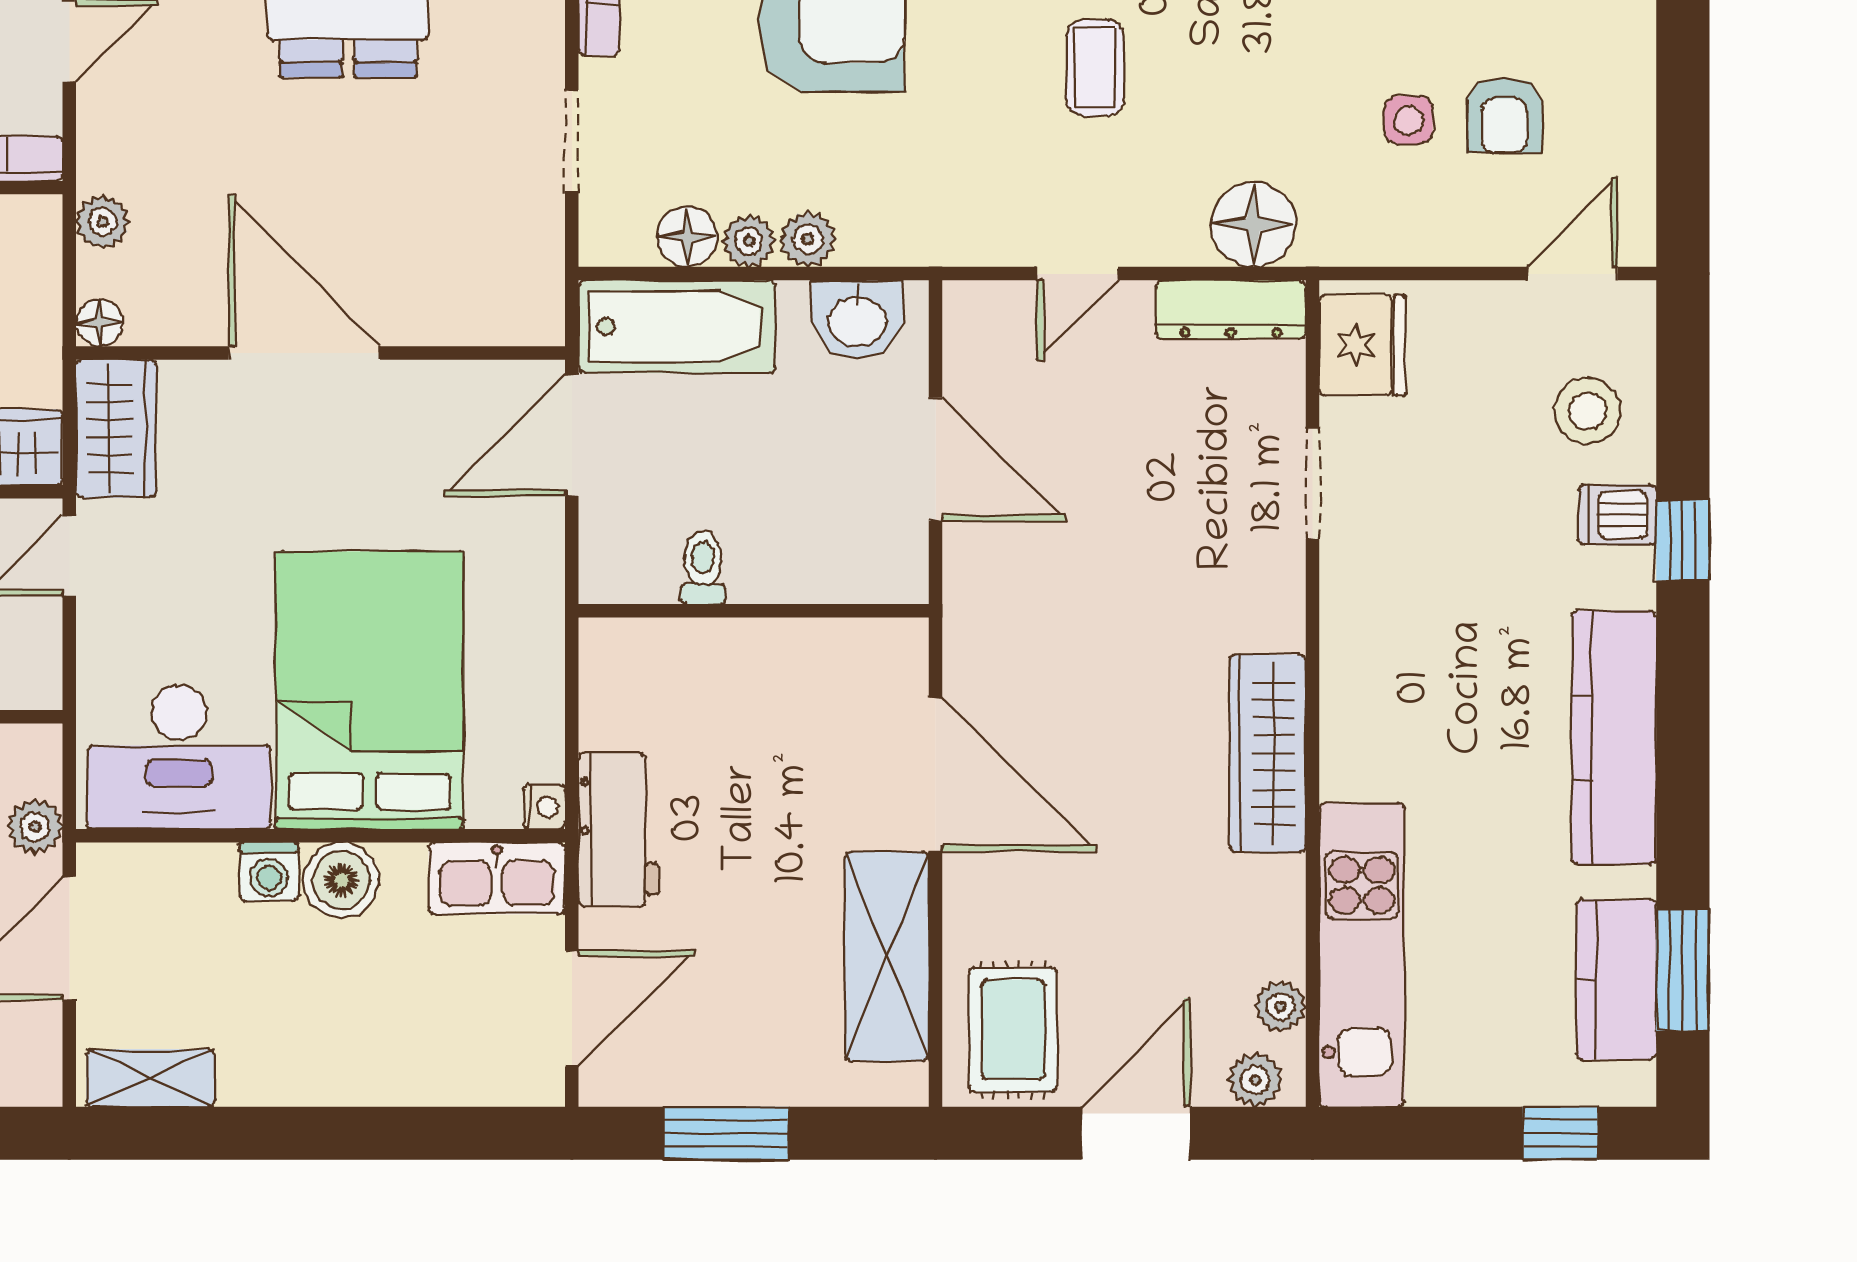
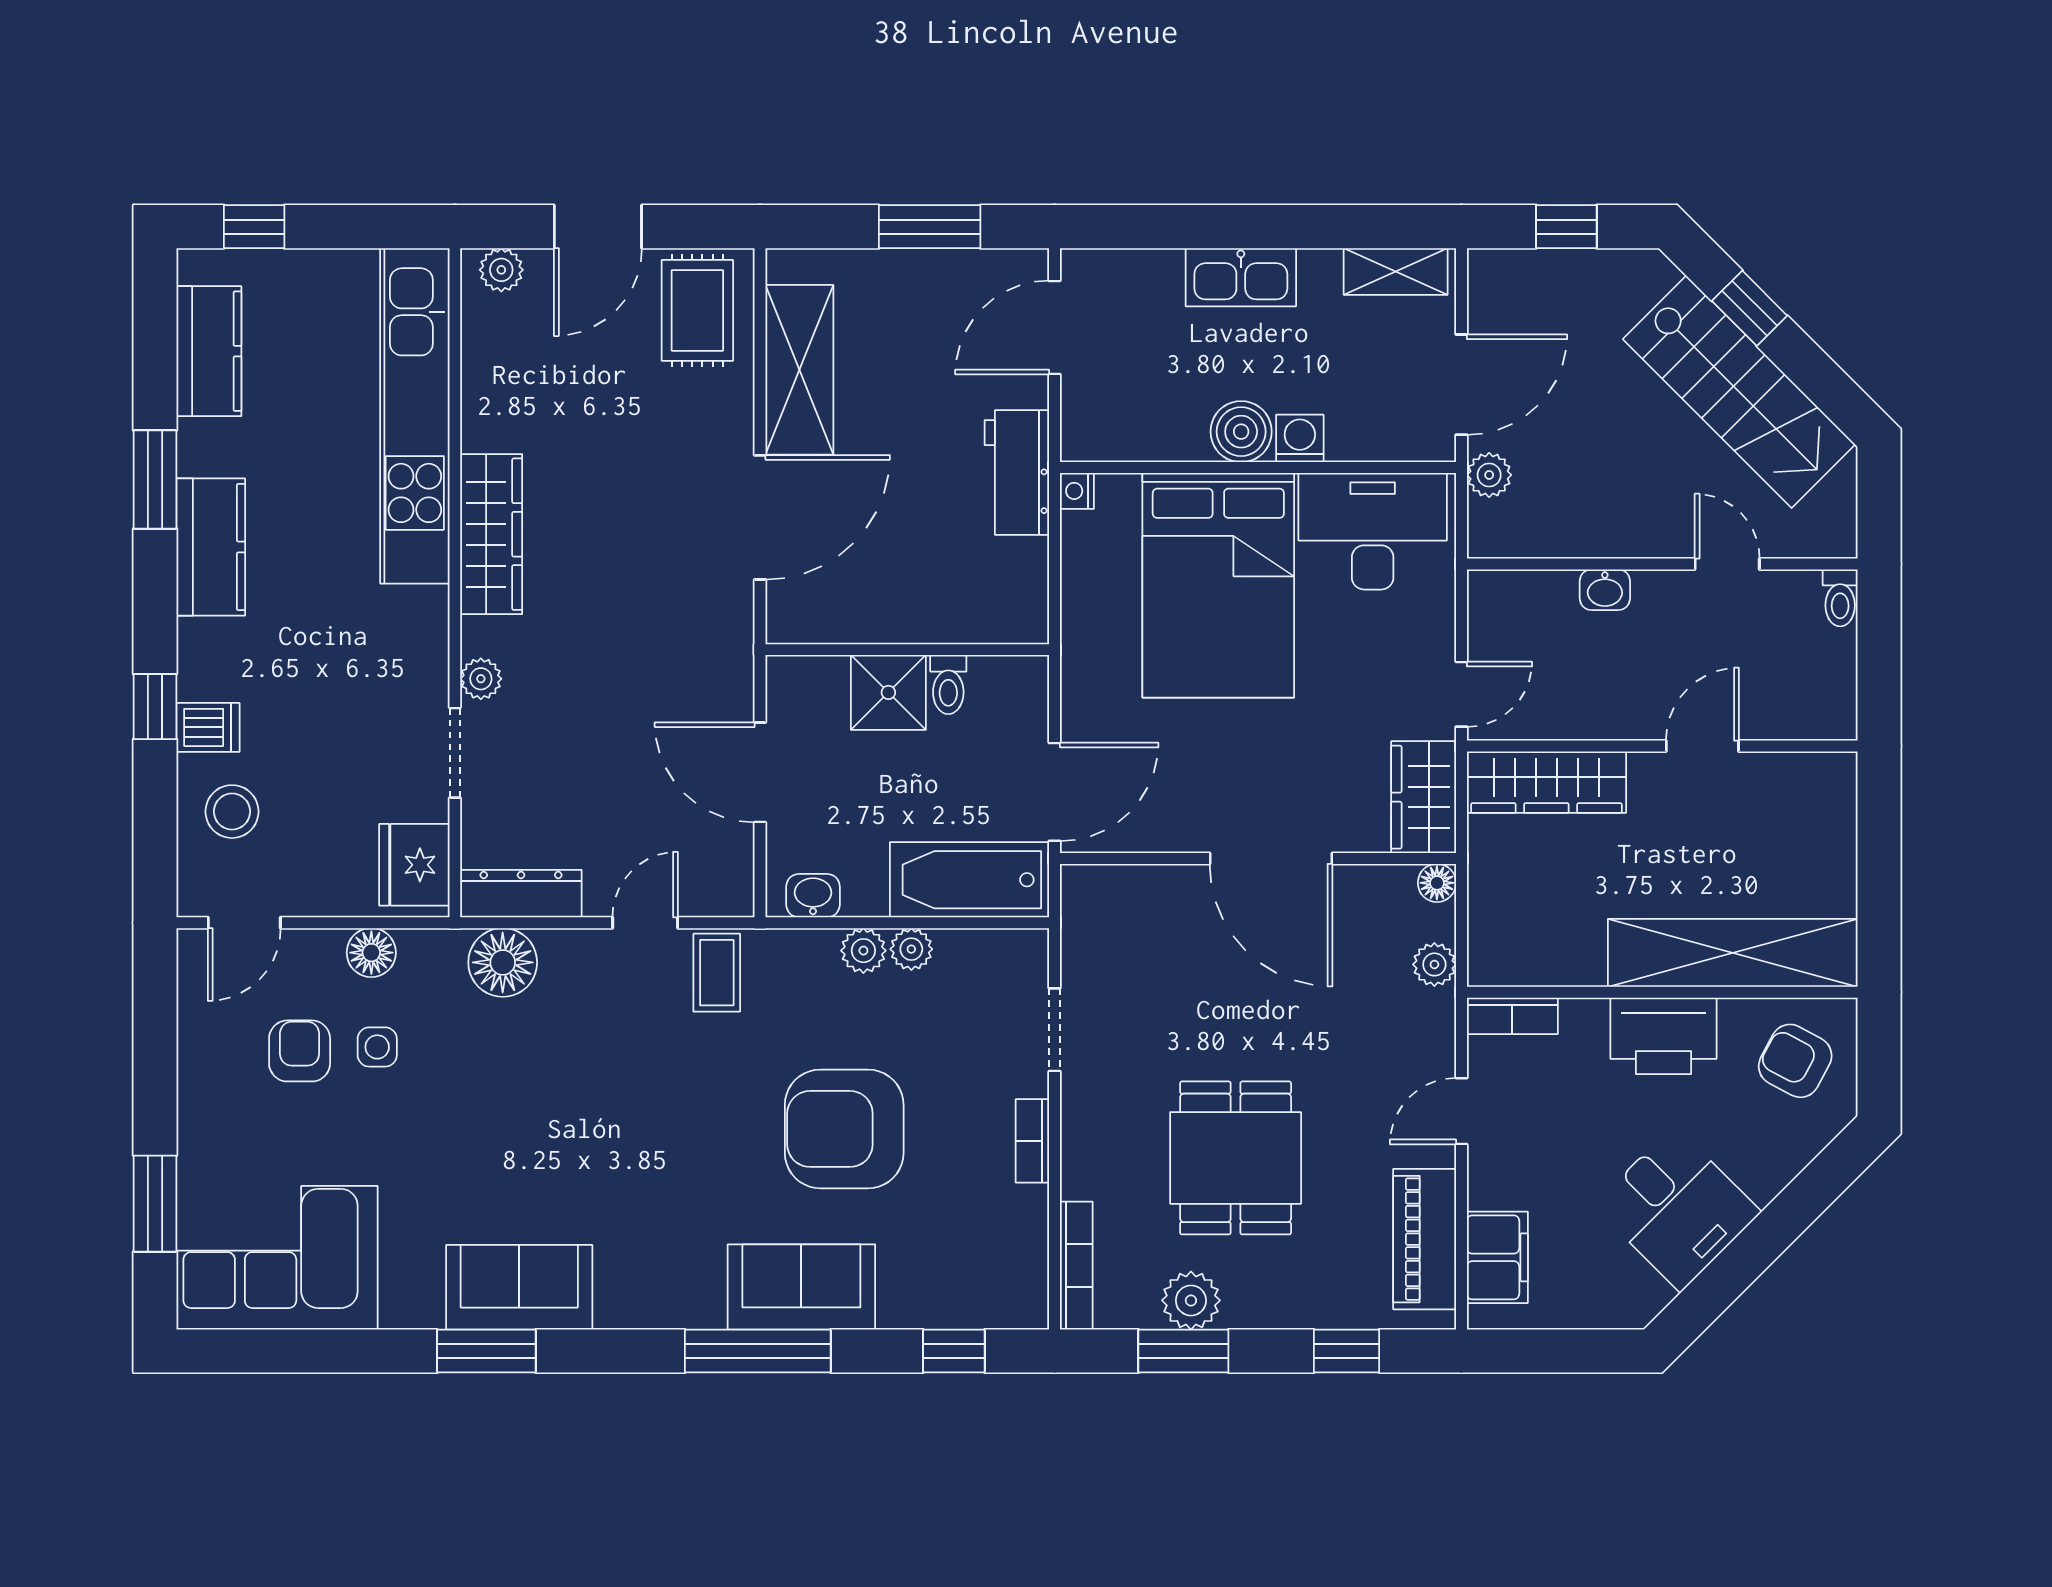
coffee table: (1095, 68) -> (717, 973), moved
floor lamp: (687, 237) -> (371, 953), moved
washbasin: (857, 319) -> (813, 896), width x0.72, depth x0.69
shower: (777, 558) -> (888, 692), added
kitchen counter: (1614, 738) -> (211, 547), width x0.67
door: (936, 774) -> (760, 517), swing flipped
kitchen sink: (497, 878) -> (1241, 277), moved, turned 180
kitchen unit: (1362, 955) -> (415, 416), width x1.36
window: (1683, 970) -> (155, 480), moved
plant: (1280, 1007) -> (481, 679), moved

